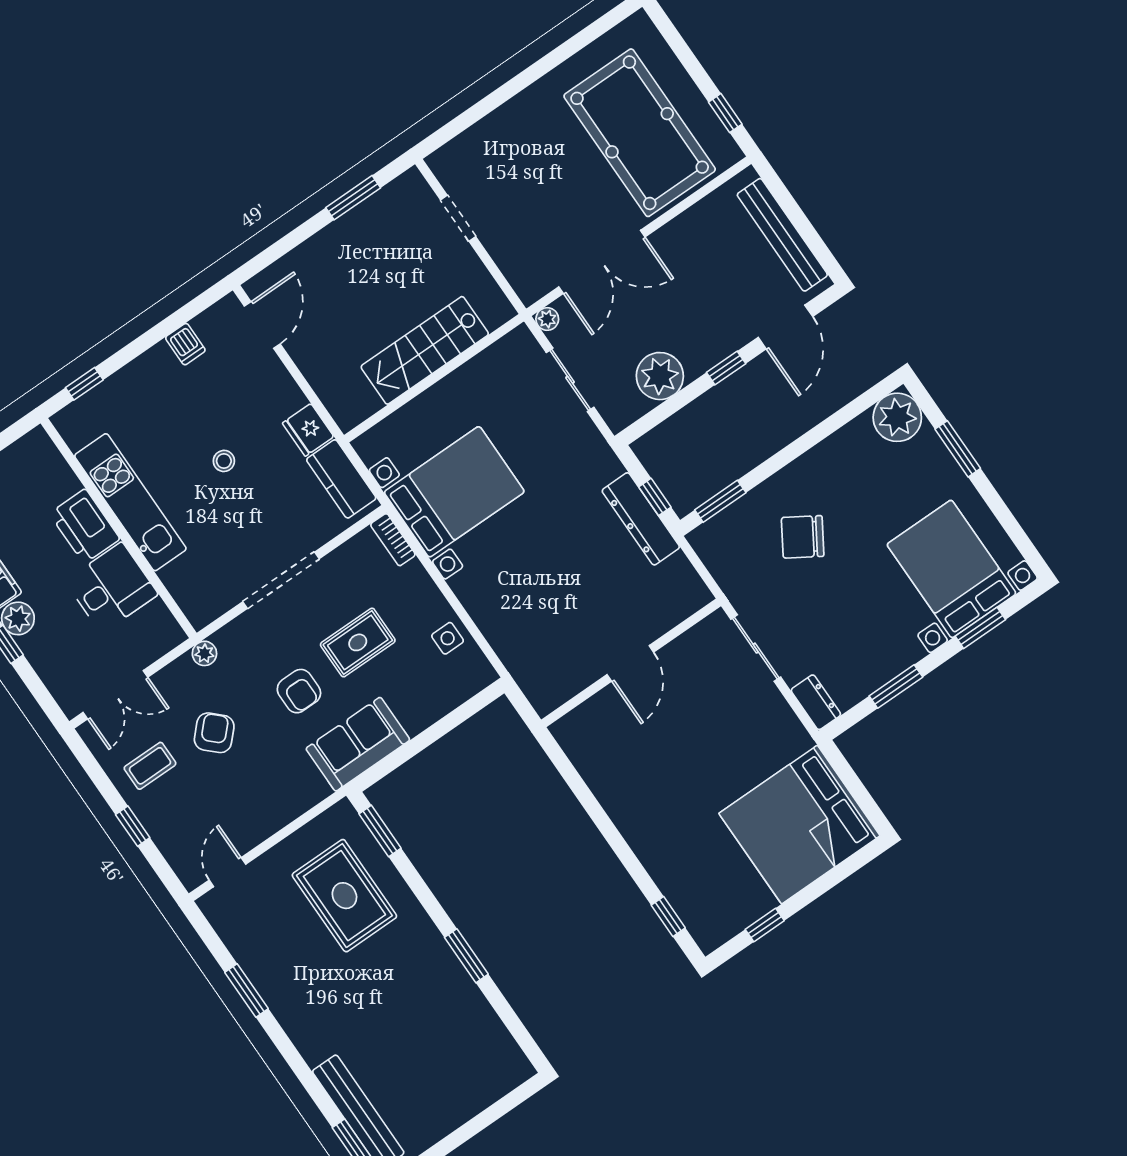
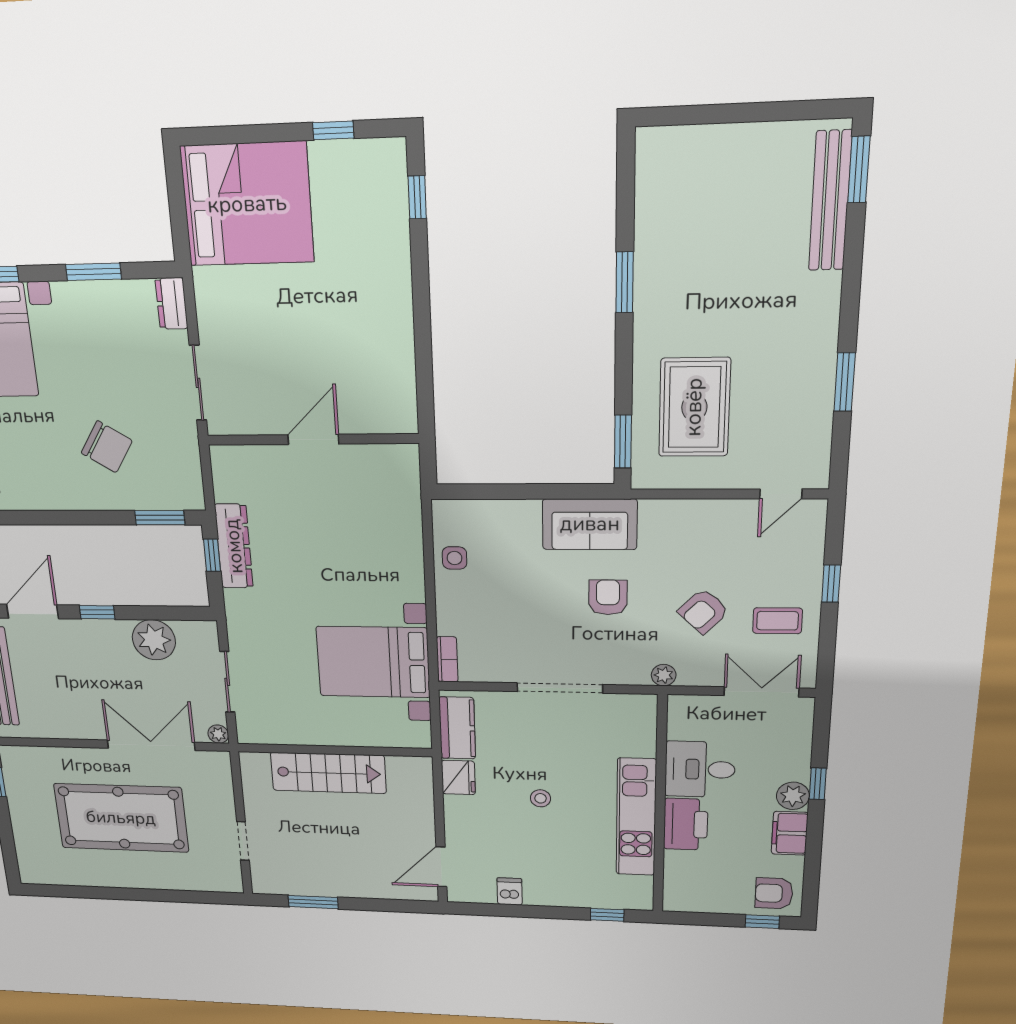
pool table: (640, 133) -> (121, 818), moved, turned 90
rug: (358, 642) -> (531, 603), removed

